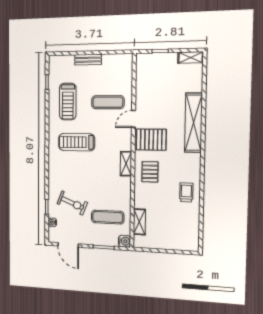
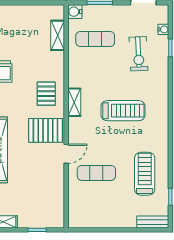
bench: (88, 60) -> (153, 222), moved
treadmill: (77, 142) -> (123, 111), moved
exercise bike: (72, 203) -> (138, 54), turned -115

